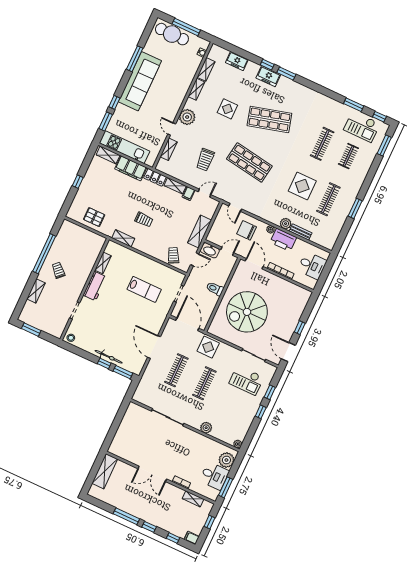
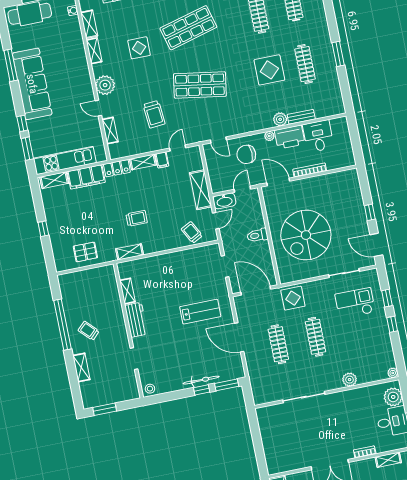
desk: (312, 266) -> (318, 136), moved, turned -90
lab bench: (144, 289) -> (200, 312), moved
checkout: (246, 380) -> (355, 303), turned 180

